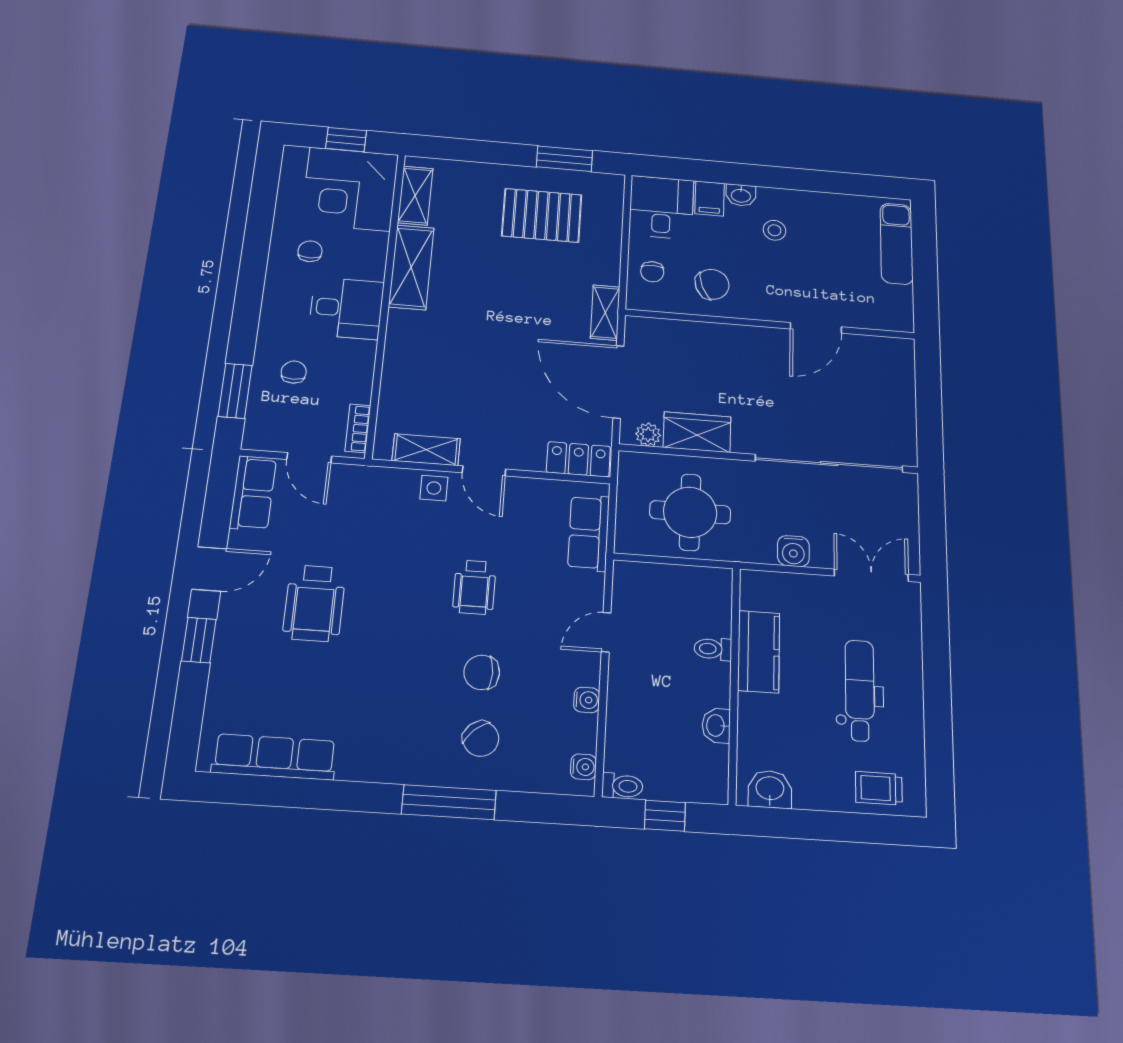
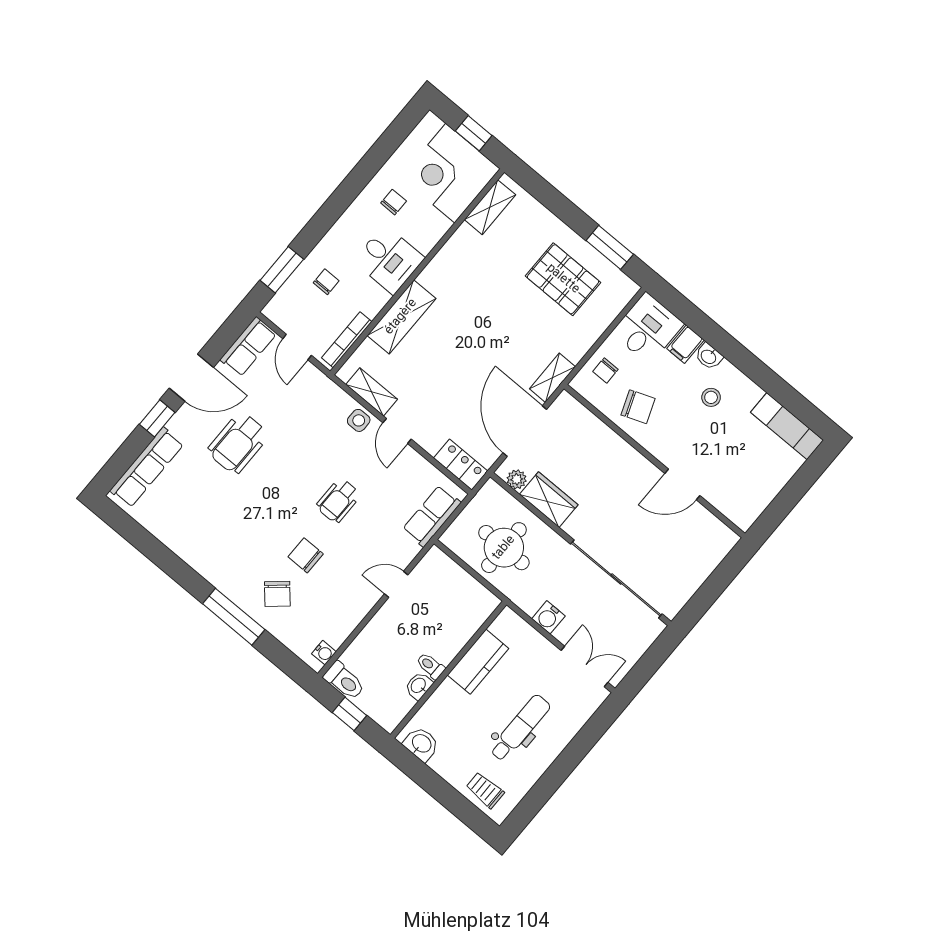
exam couch: (897, 244) -> (787, 426), moved, turned -90
shelving: (411, 267) -> (401, 317), moved
bookcase: (358, 428) -> (347, 340), width x1.56
door: (209, 569) -> (191, 378), width x1.38
toilet: (713, 649) -> (430, 666), moved
water cooler: (587, 700) -> (355, 616), removed
row of seats: (274, 757) -> (147, 467), moved, turned 90
toilet: (622, 786) -> (344, 681), width x1.37, depth x1.39

